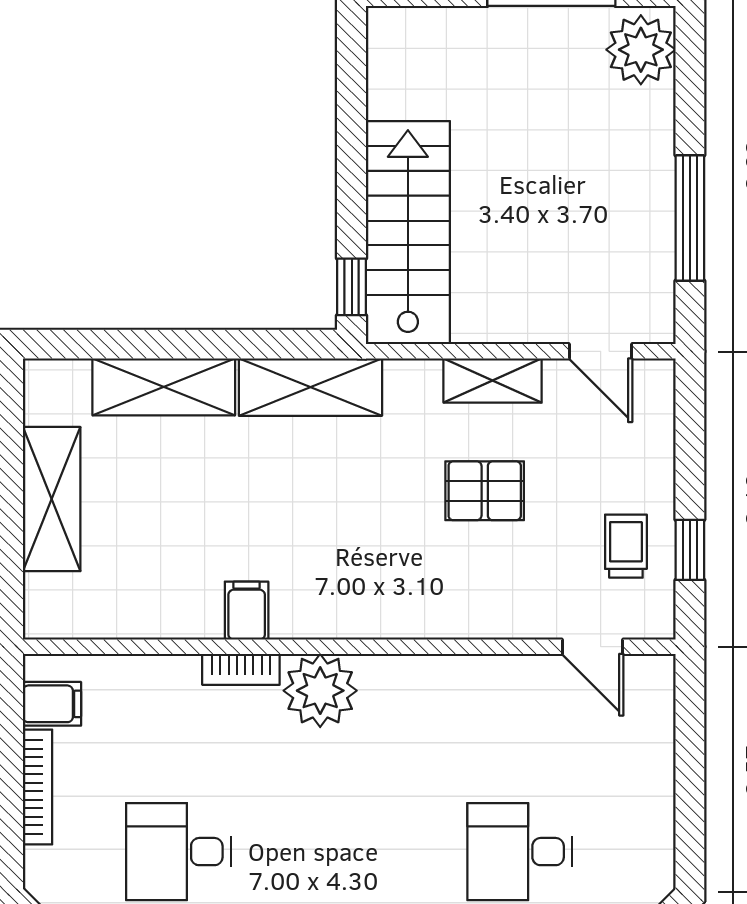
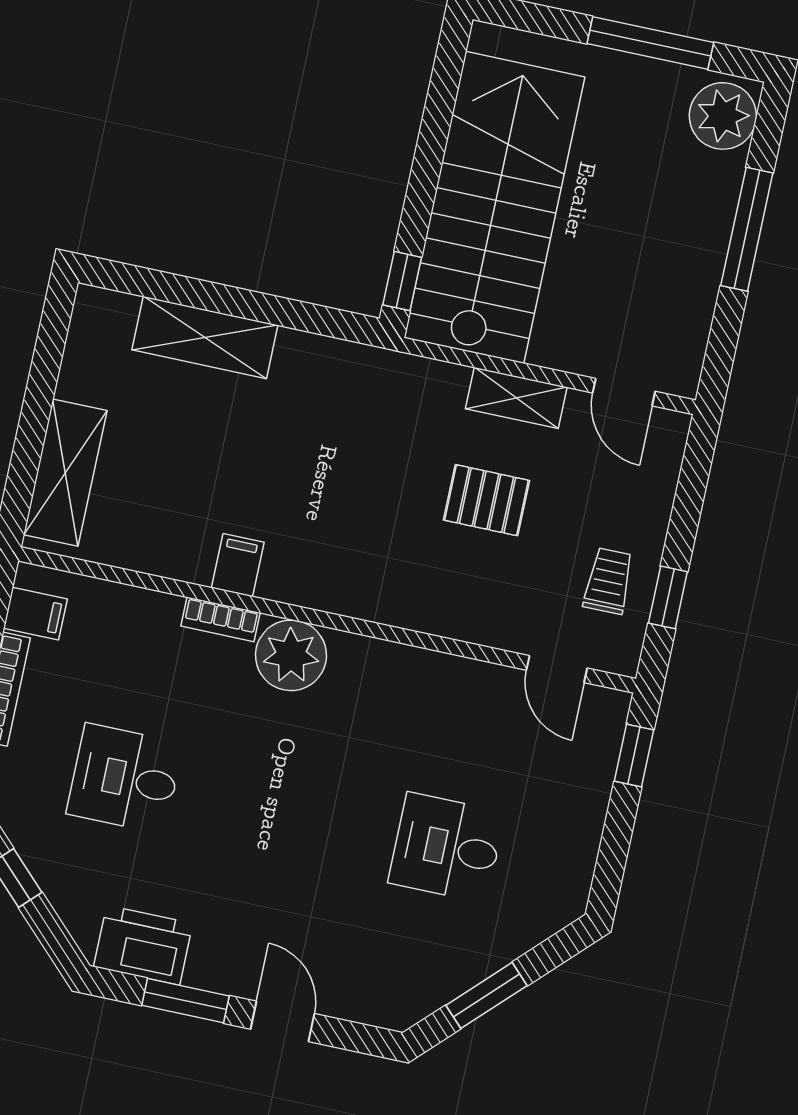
window: (690, 218) -> (747, 229), moved
stairs: (408, 233) -> (495, 207), width x1.36, depth x1.51
shelving: (310, 387) -> (343, 367), removed
shelving: (52, 499) -> (65, 473), moved
window: (690, 718) -> (634, 755), added

